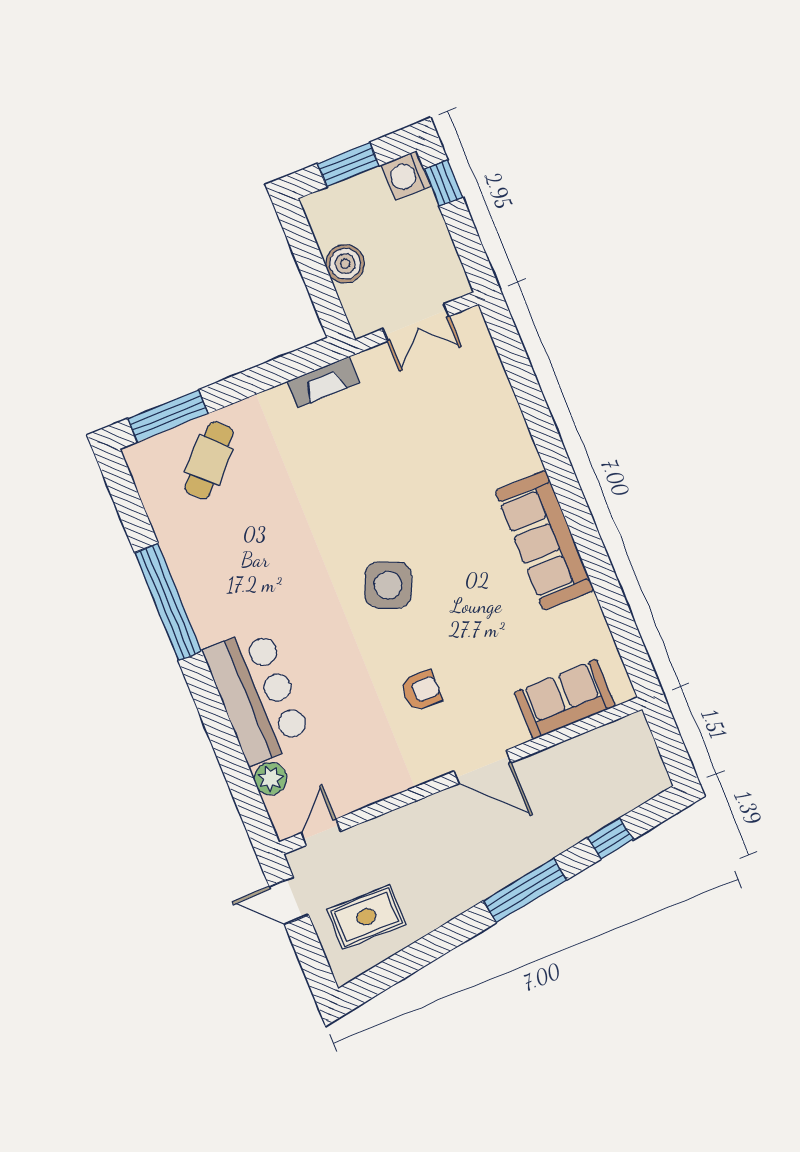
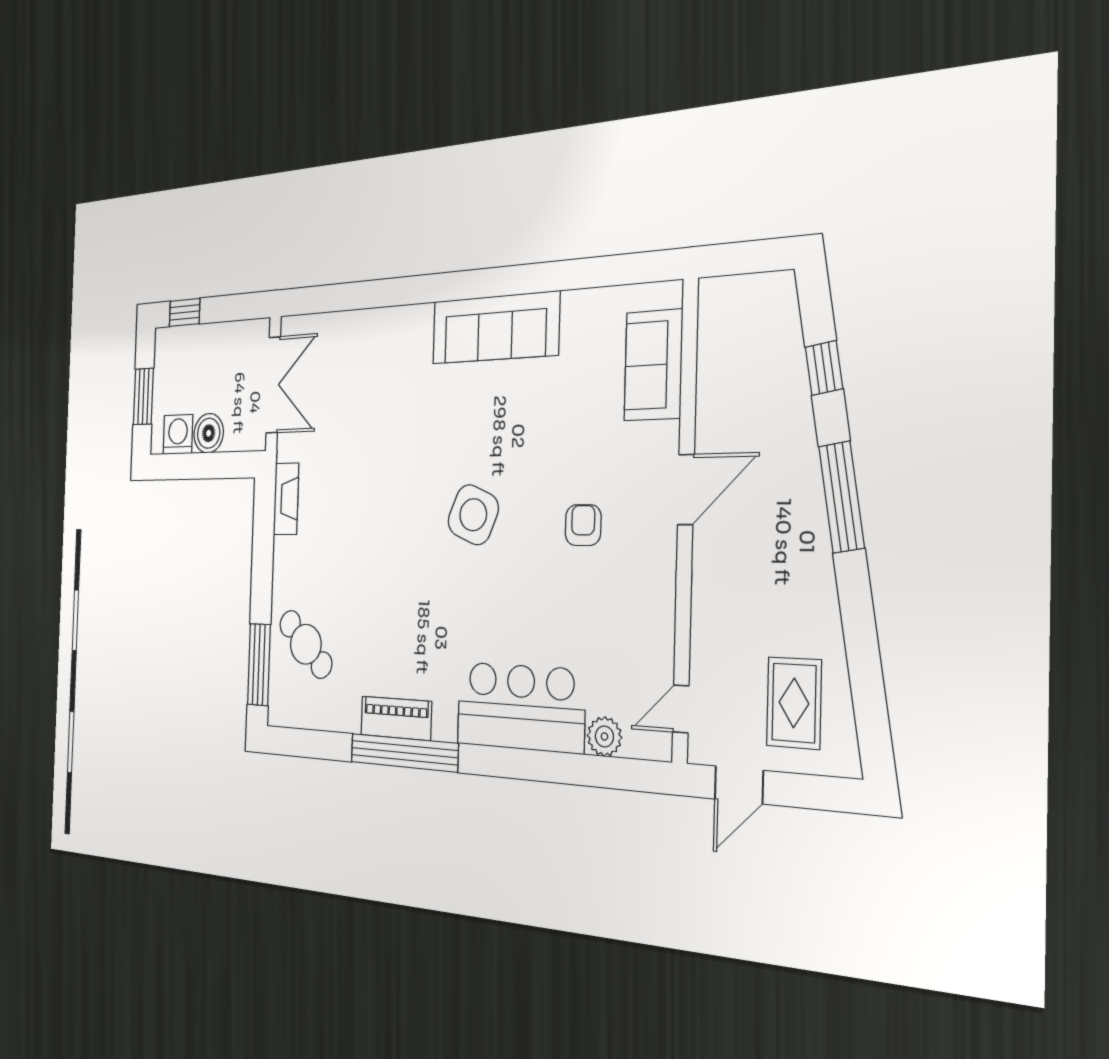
washing machine: (406, 176) -> (178, 434), moved, turned 180
double door: (416, 322) -> (273, 385), width x1.37
piano: (192, 582) -> (396, 718), added
door: (321, 832) -> (681, 709), hinge flipped

